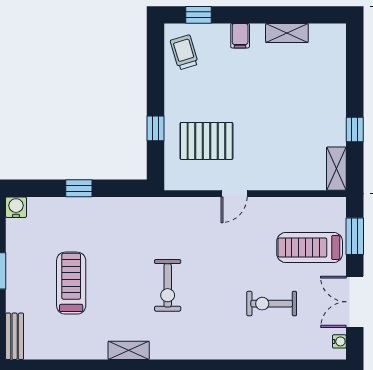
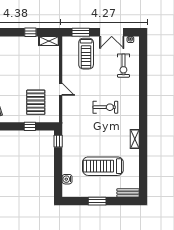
window: (79, 188) -> (58, 141), moved
water cooler: (16, 207) -> (67, 179), moved
treadmill: (71, 283) -> (103, 166), width x1.37, depth x1.38
exercise bike: (168, 285) -> (105, 107), moved
exercise bike: (272, 304) -> (123, 66), moved

